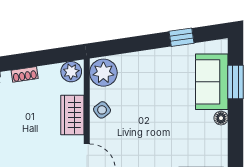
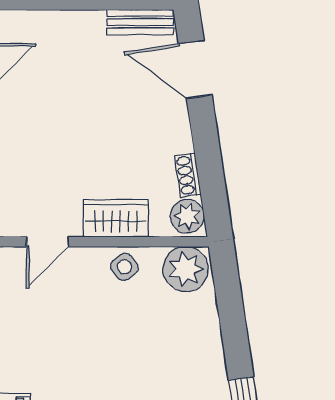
shoe rack: (25, 74) -> (188, 175), moved

